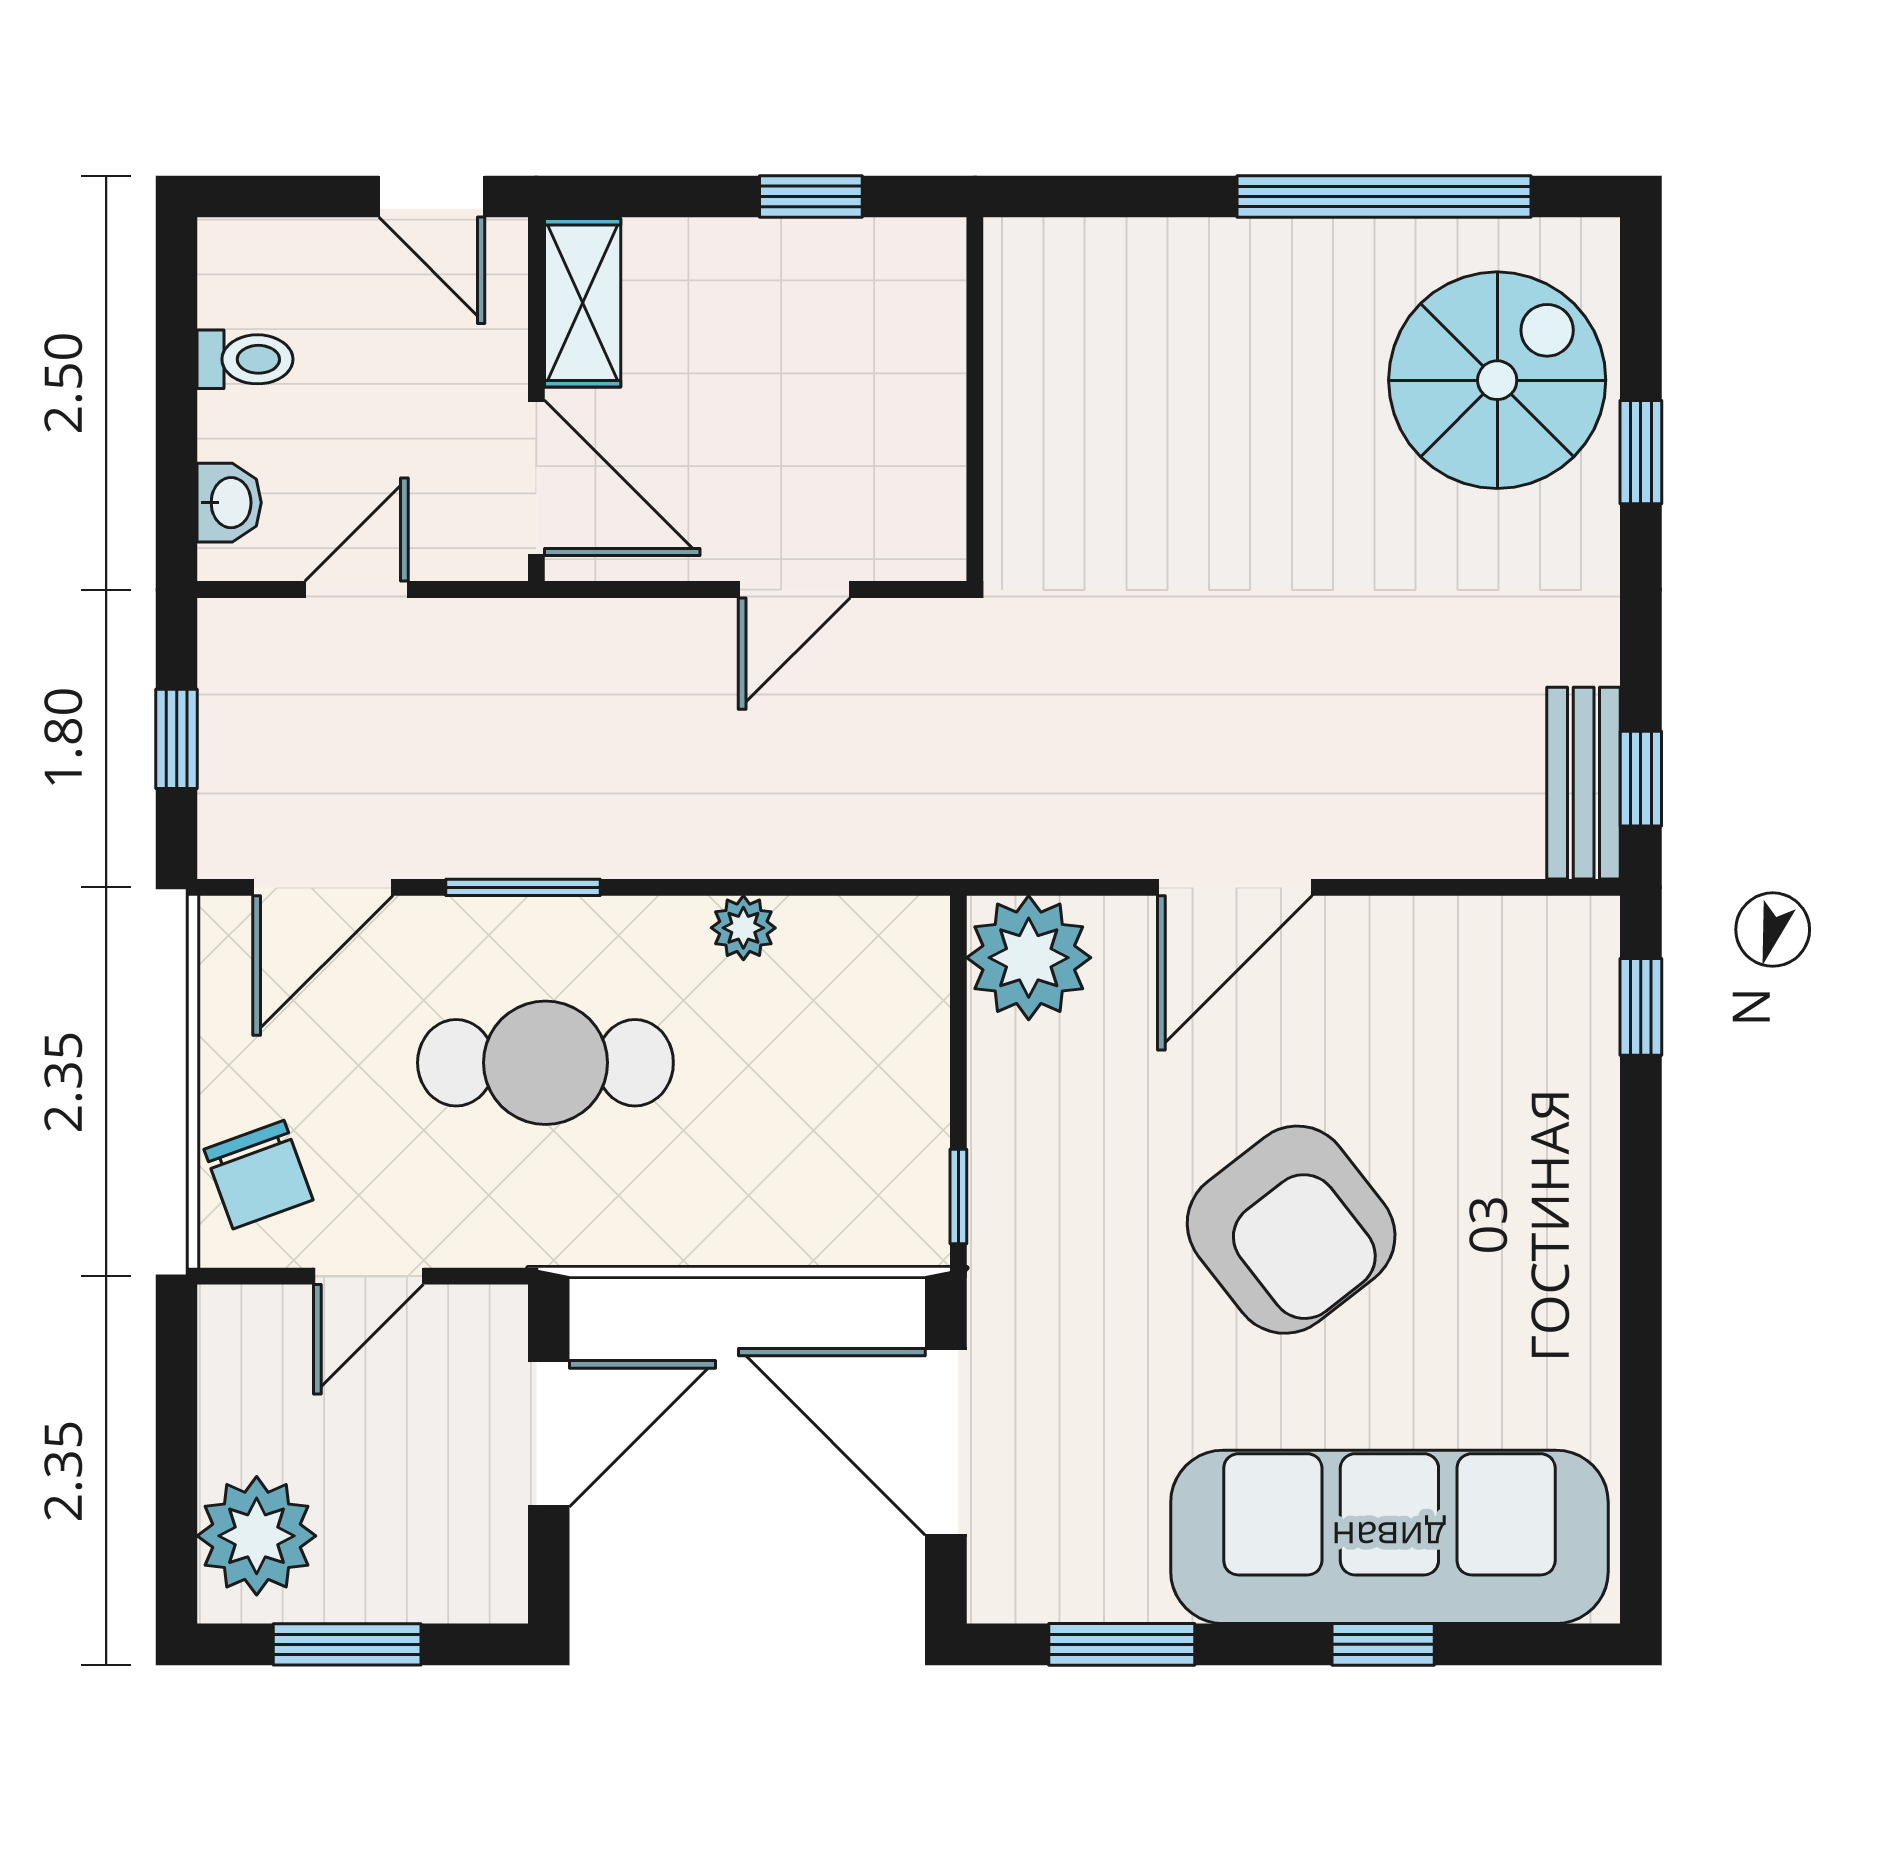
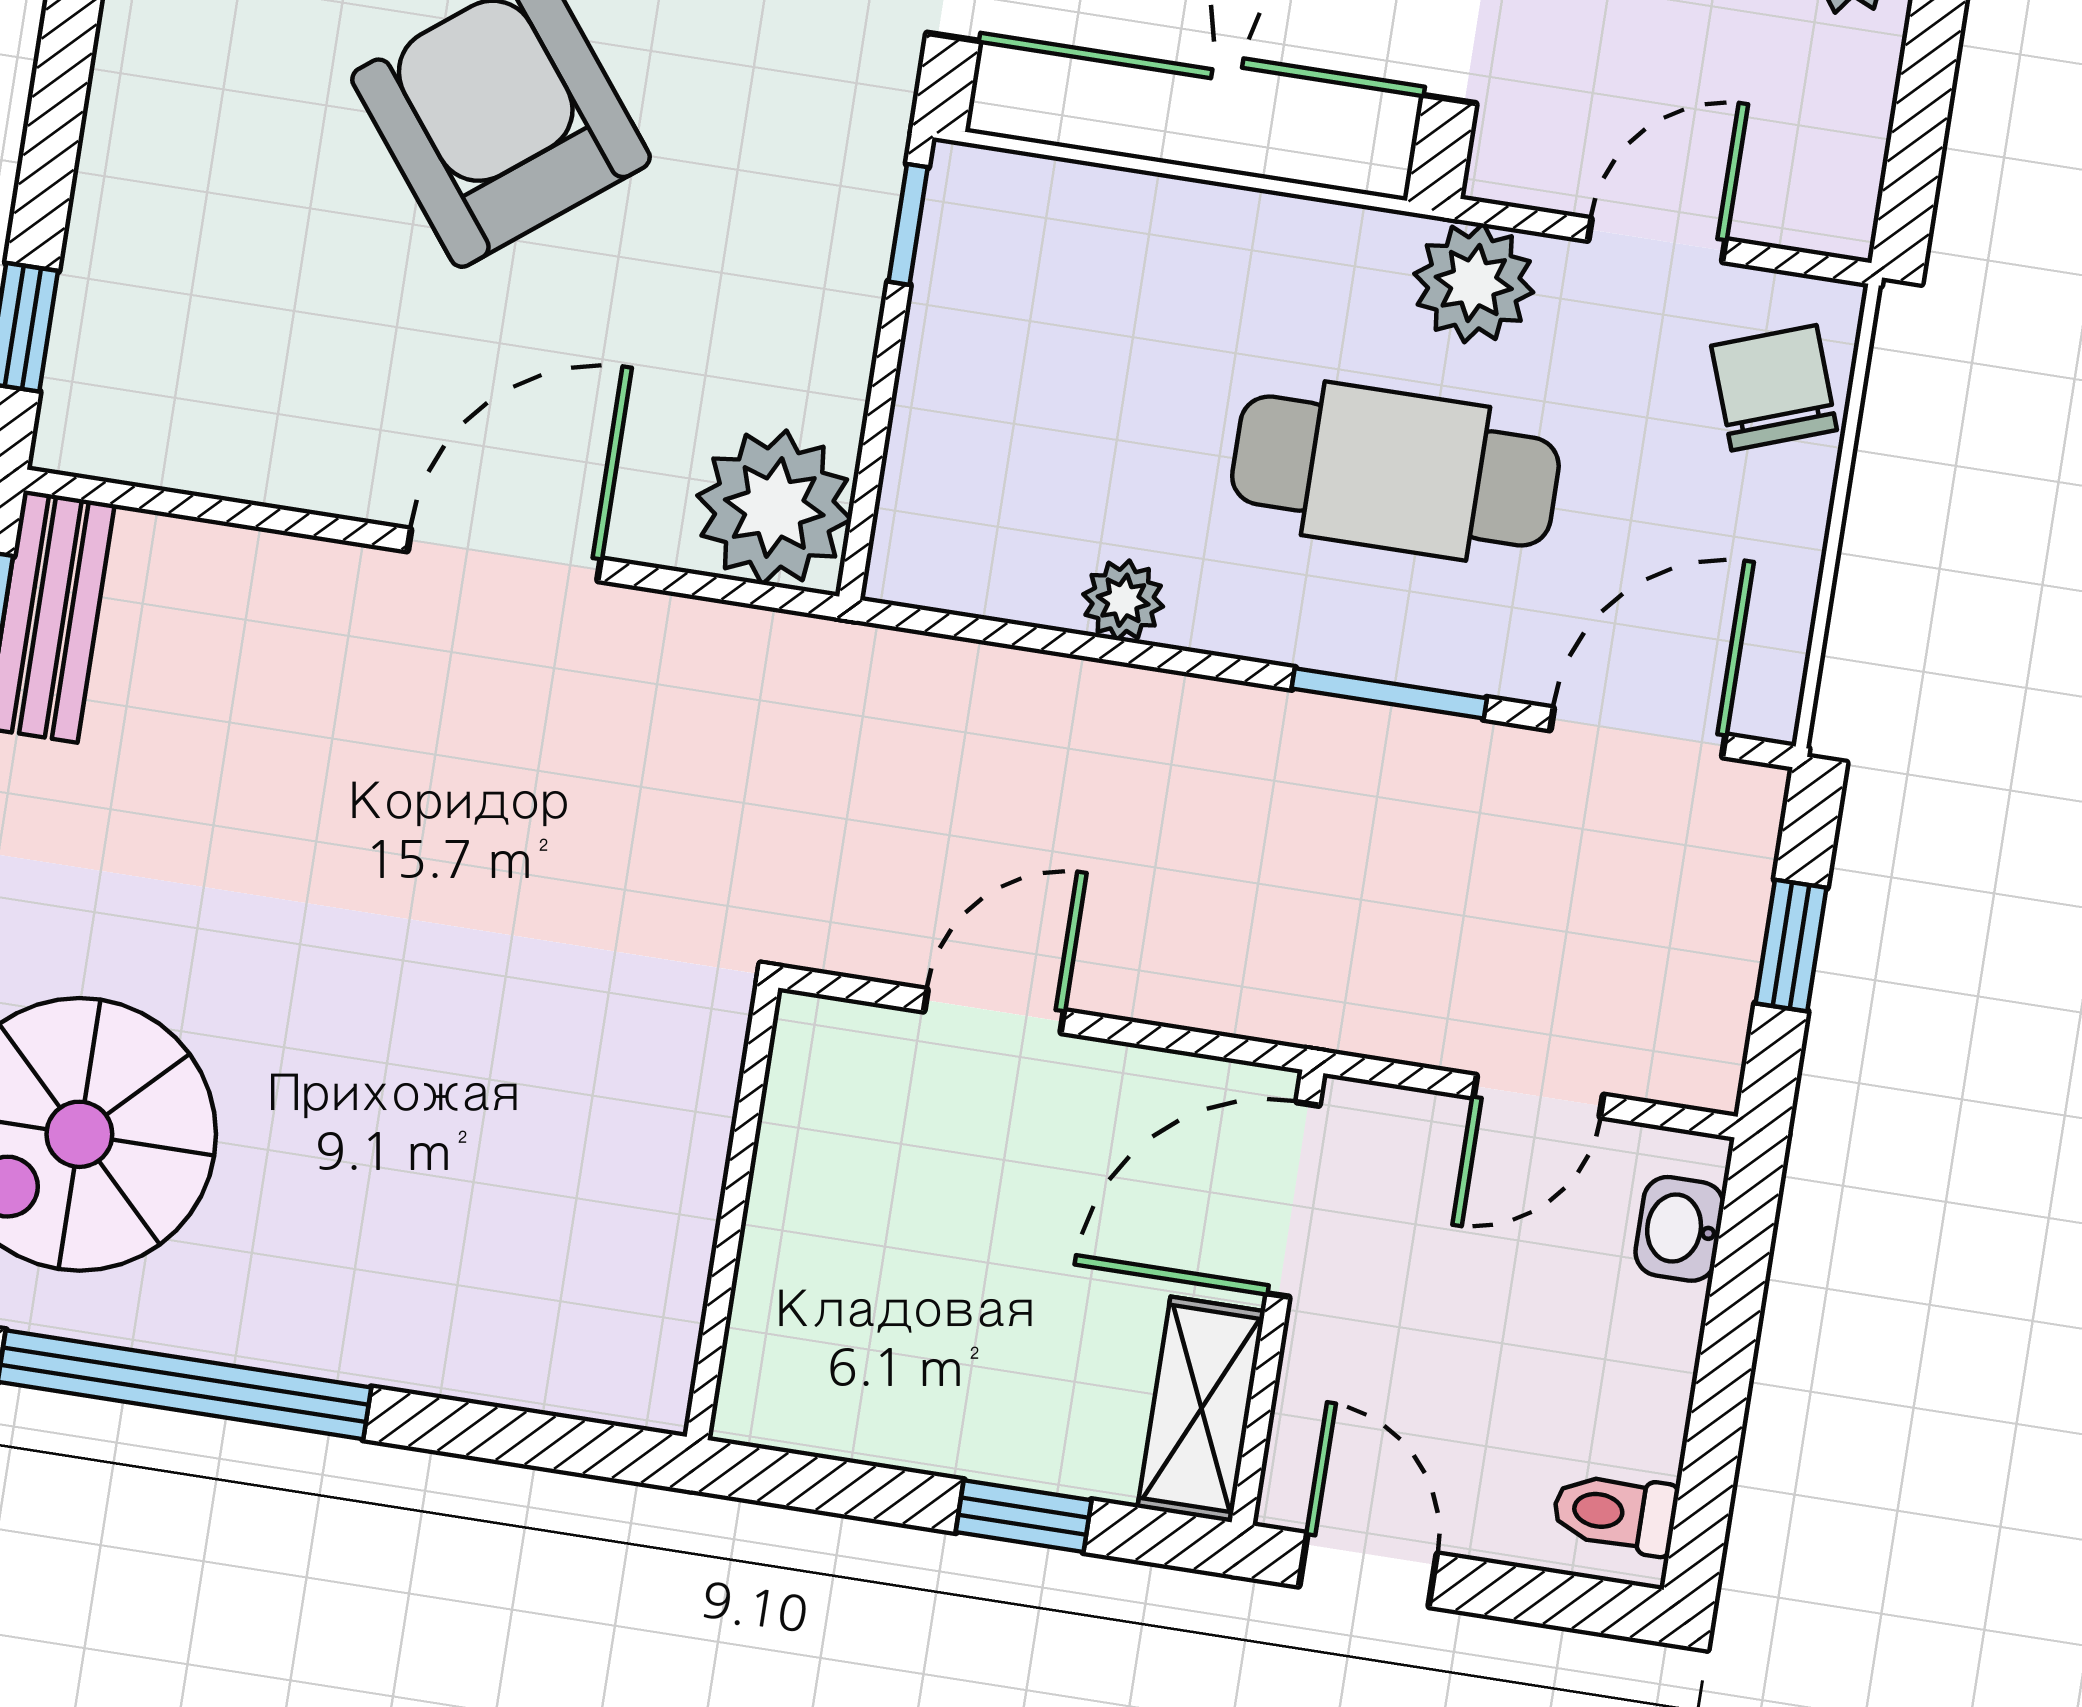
window: (811, 197) -> (1024, 1516), moved
toilet: (245, 359) -> (1615, 1513), moved
door: (536, 478) -> (1293, 1200), hinge flipped
plant: (507, 1220) -> (1474, 283), added

